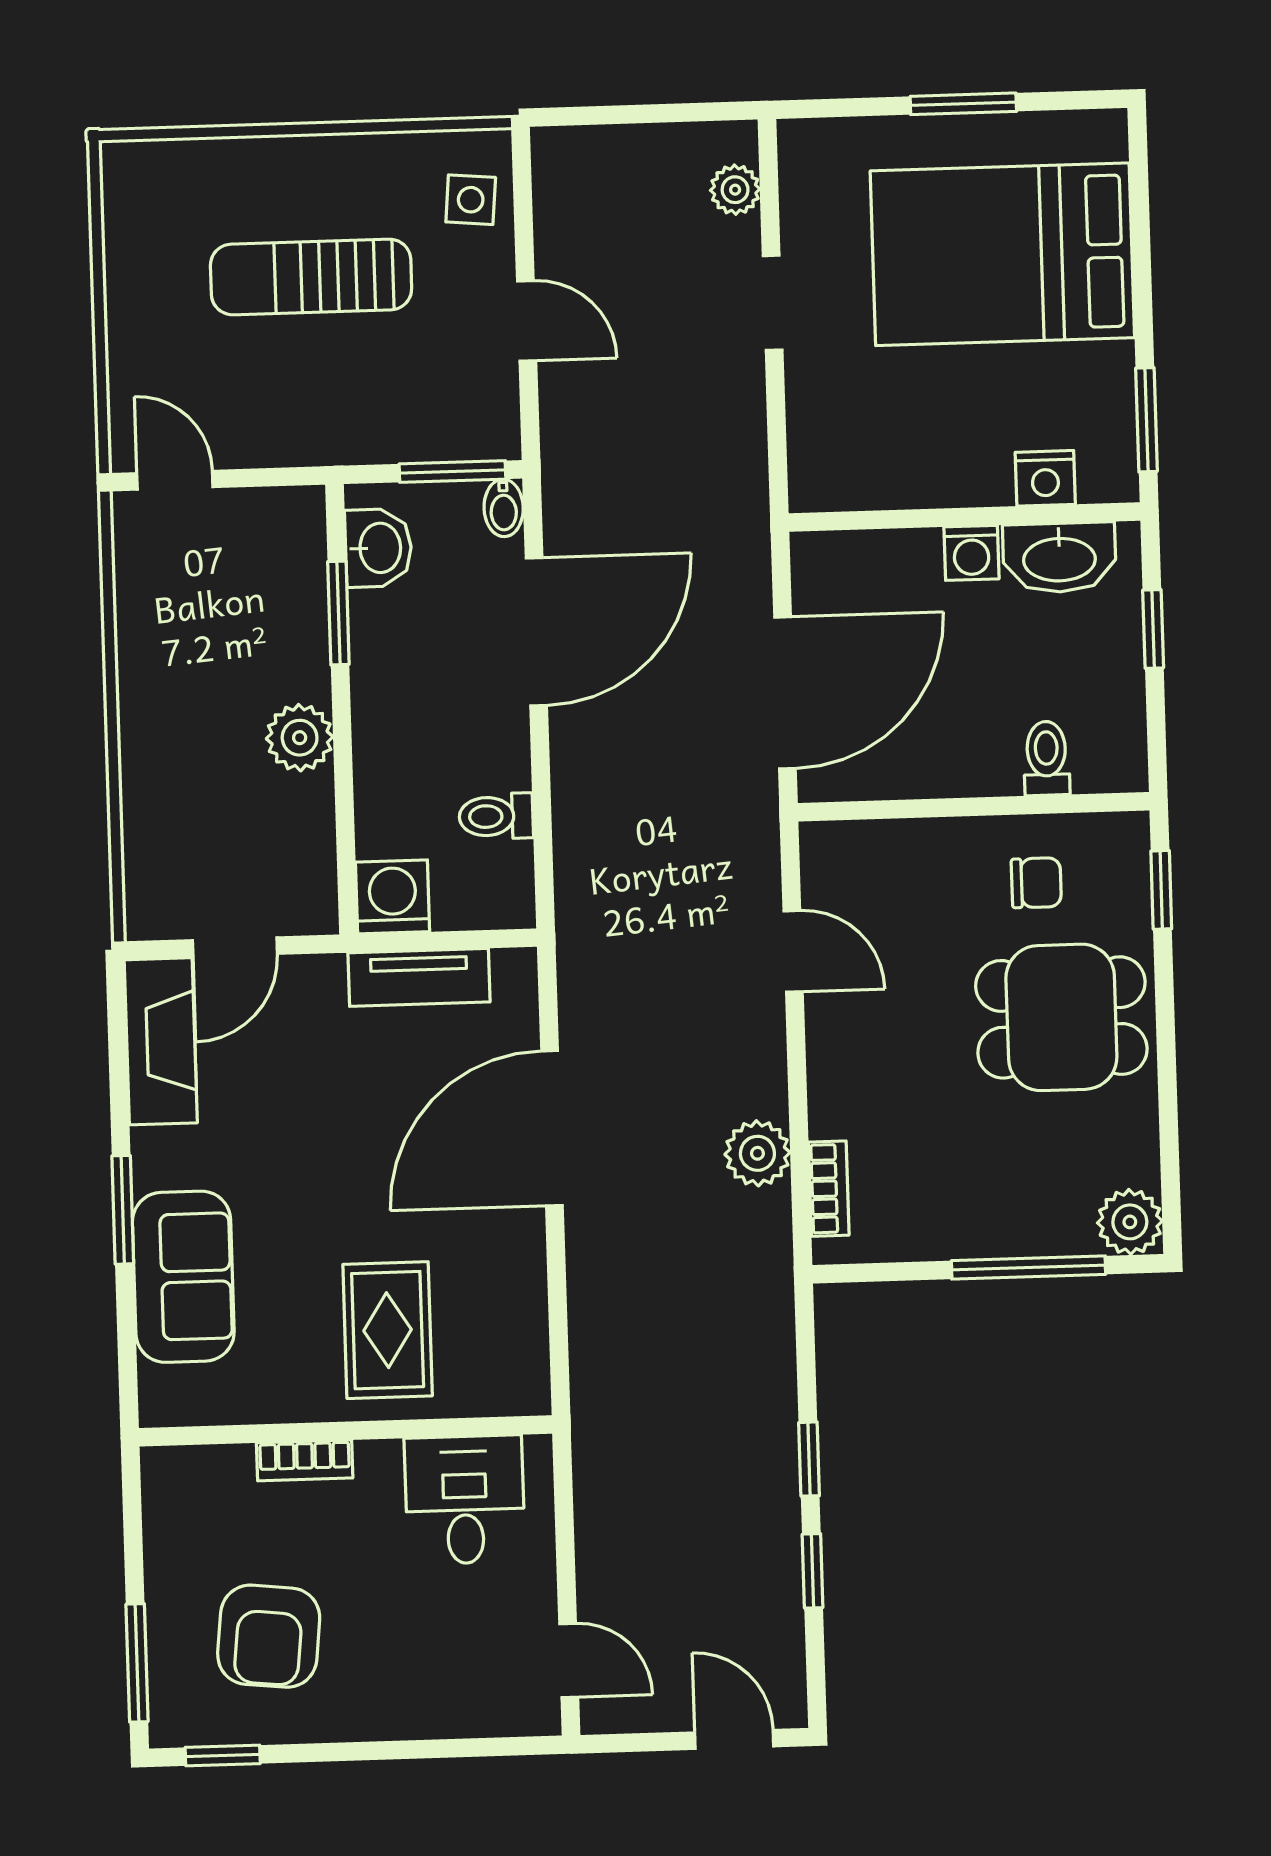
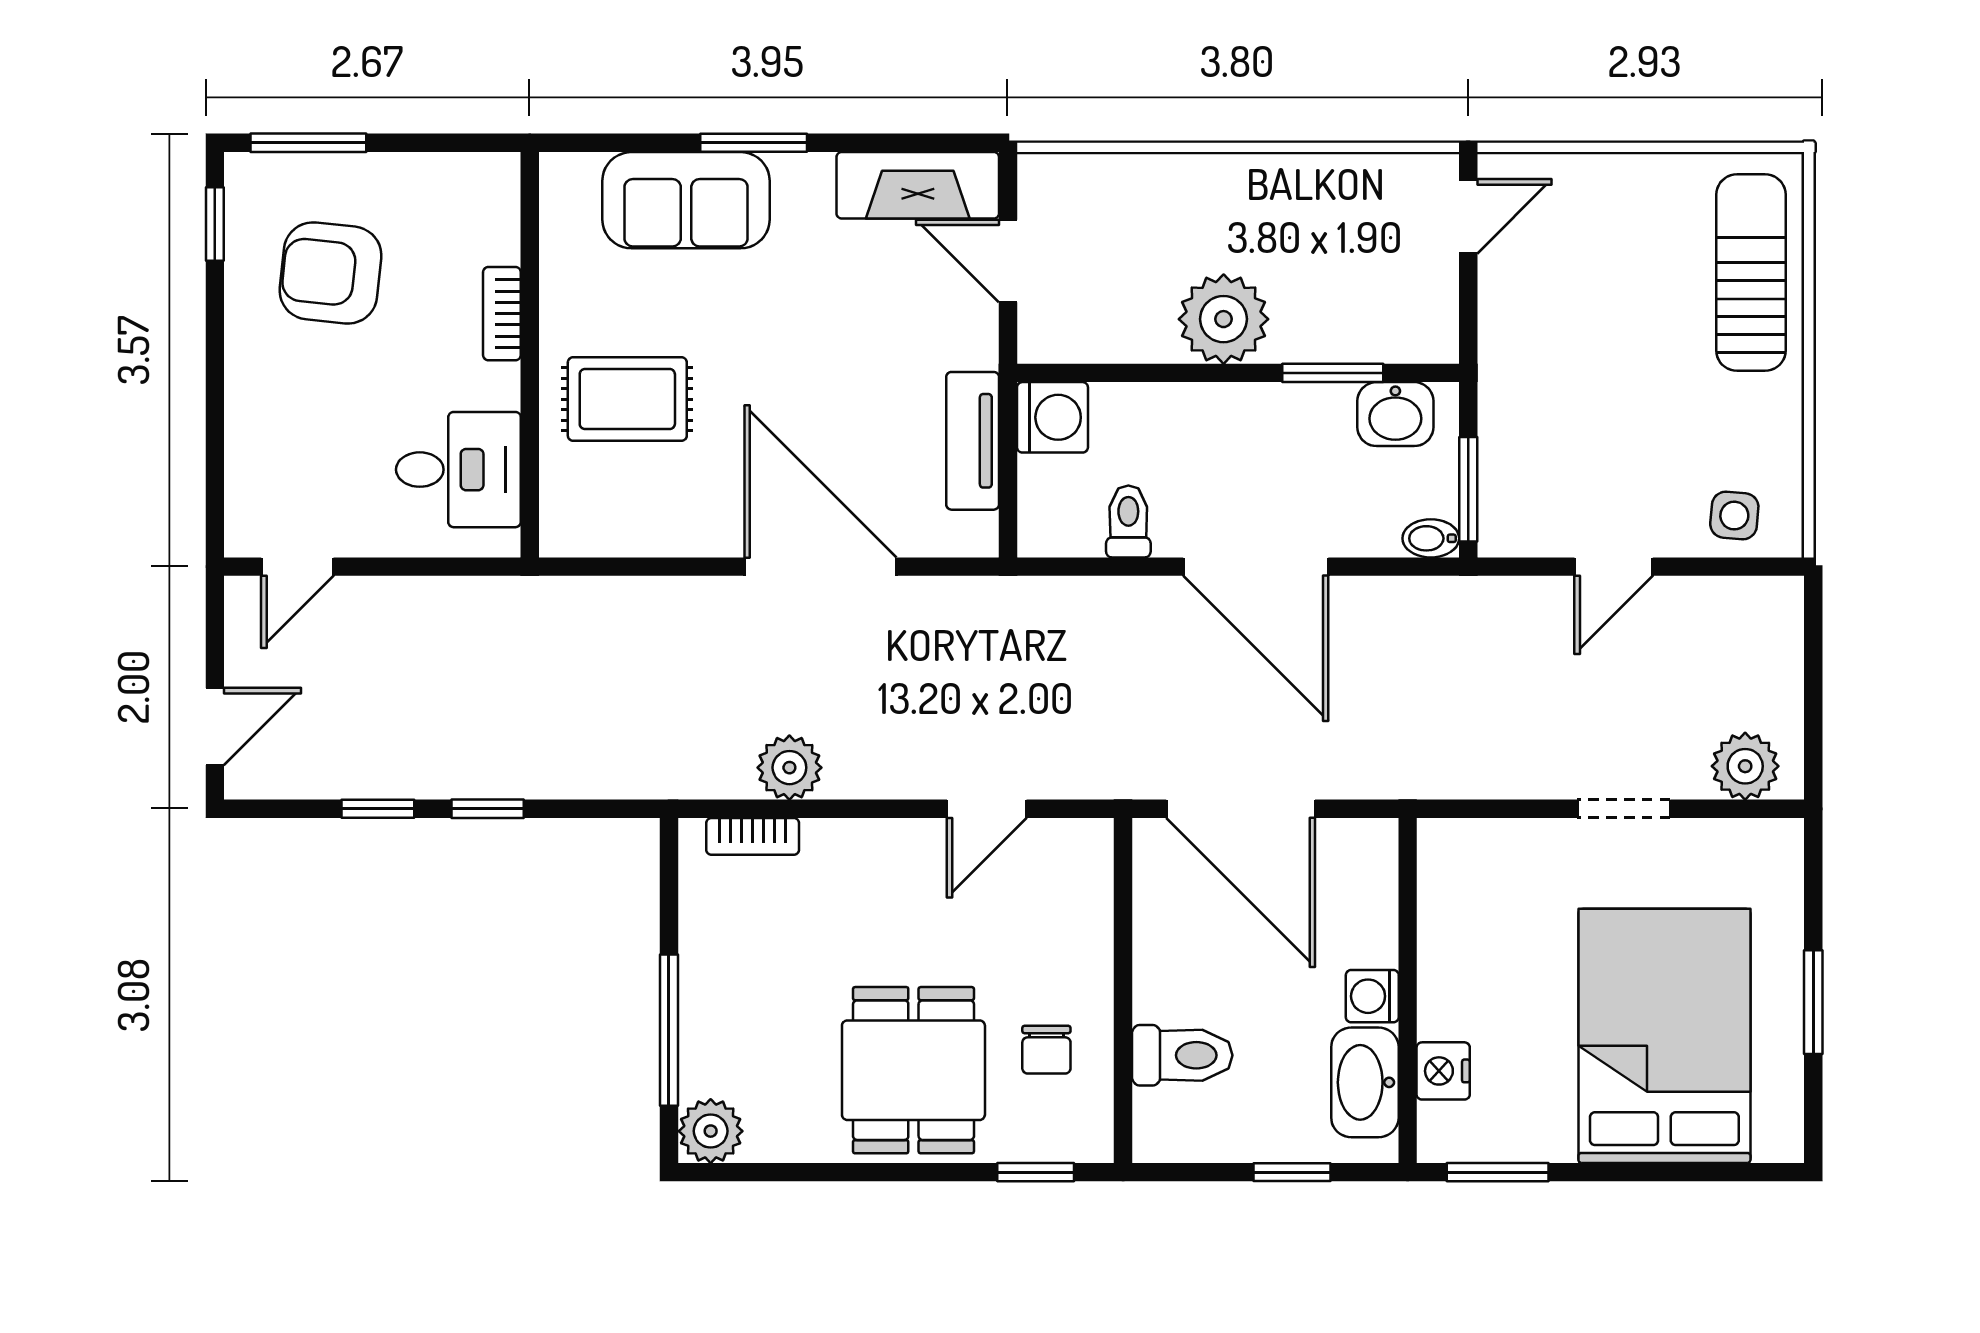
plant: (735, 190) -> (1745, 766), width x1.38, depth x1.38
sun lounger: (311, 277) -> (1751, 273), moved
door: (536, 632) -> (1256, 567), moved
plant: (300, 738) -> (1224, 319), width x1.36, depth x1.36
toilet: (1046, 758) -> (1182, 1055), width x1.37, depth x1.39

